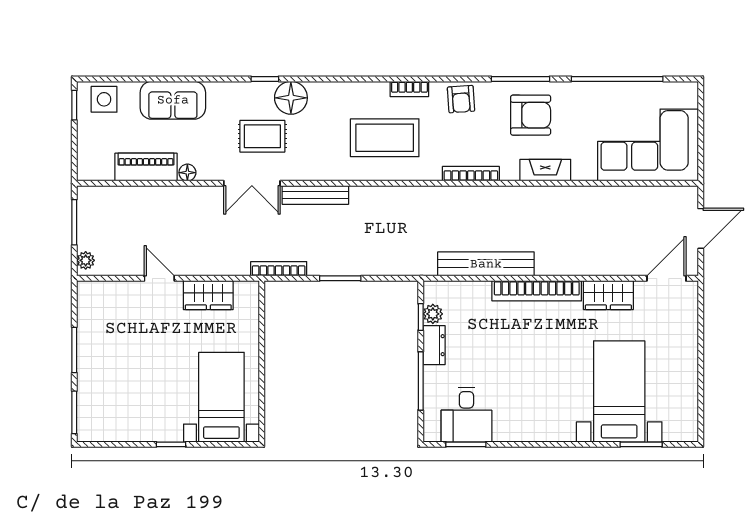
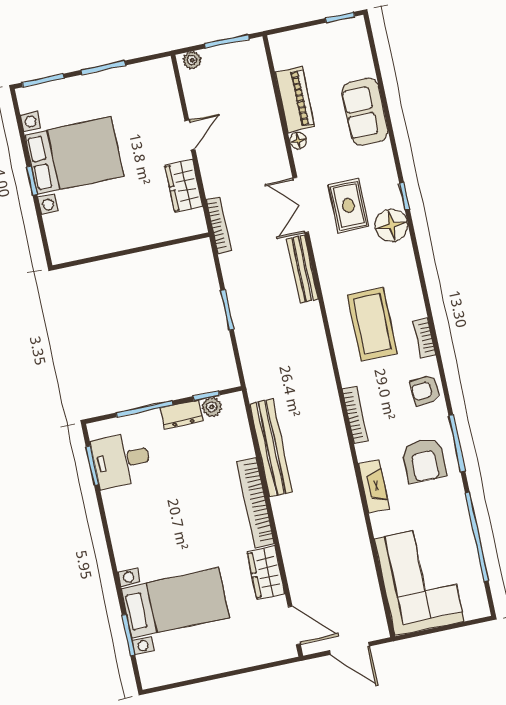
side table: (104, 99) -> (352, 45), removed
bookcase: (279, 269) -> (219, 225), moved
bed with nightstands: (221, 397) -> (74, 156), moved, width x1.36

